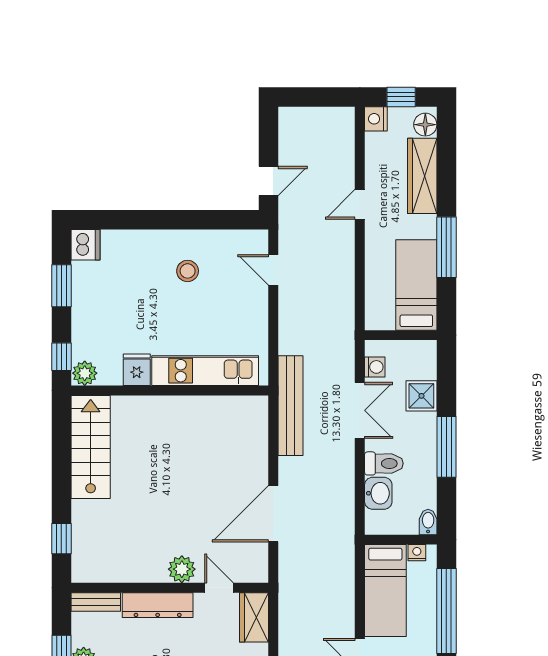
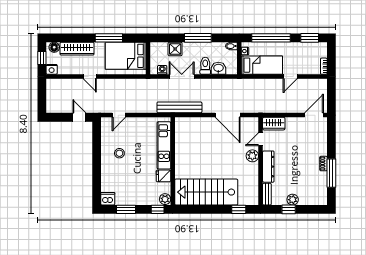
bed: (416, 285) -> (126, 56), width x1.50
stairs: (91, 447) -> (206, 192), width x1.36, depth x1.51

